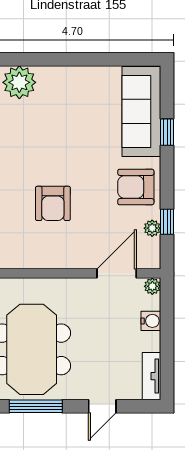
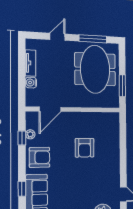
armchair: (53, 203) -> (85, 148), turned 180
plant: (152, 286) -> (30, 102), removed
tv unit: (152, 376) -> (30, 63), moved

